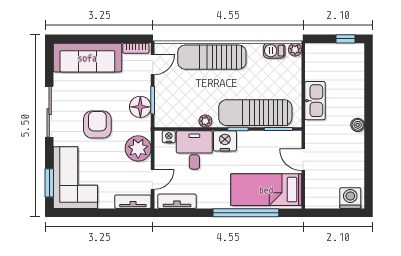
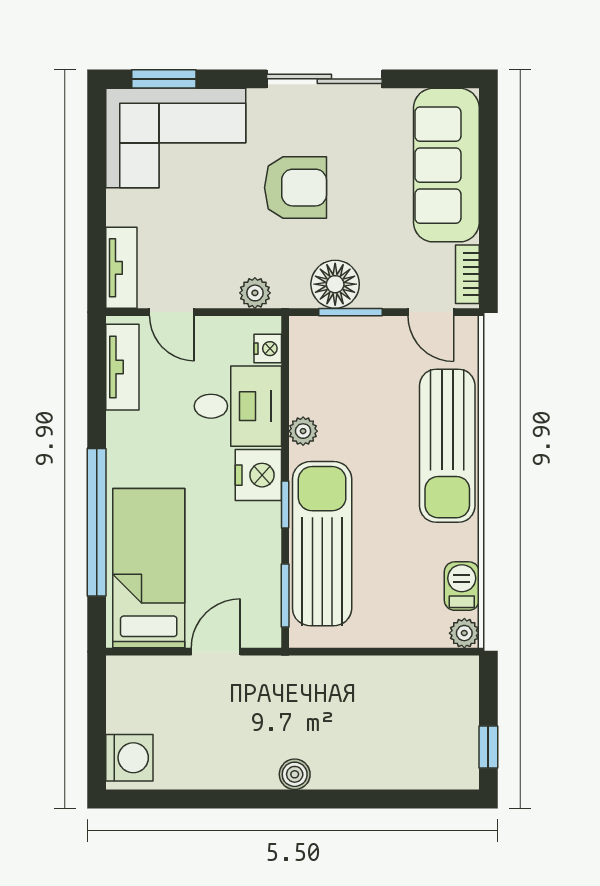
sun lounger: (212, 57) -> (447, 446), turned 180
kitchen sink: (315, 101) -> (349, 678), removed
plant: (138, 148) -> (255, 293), width x0.53, depth x0.53

